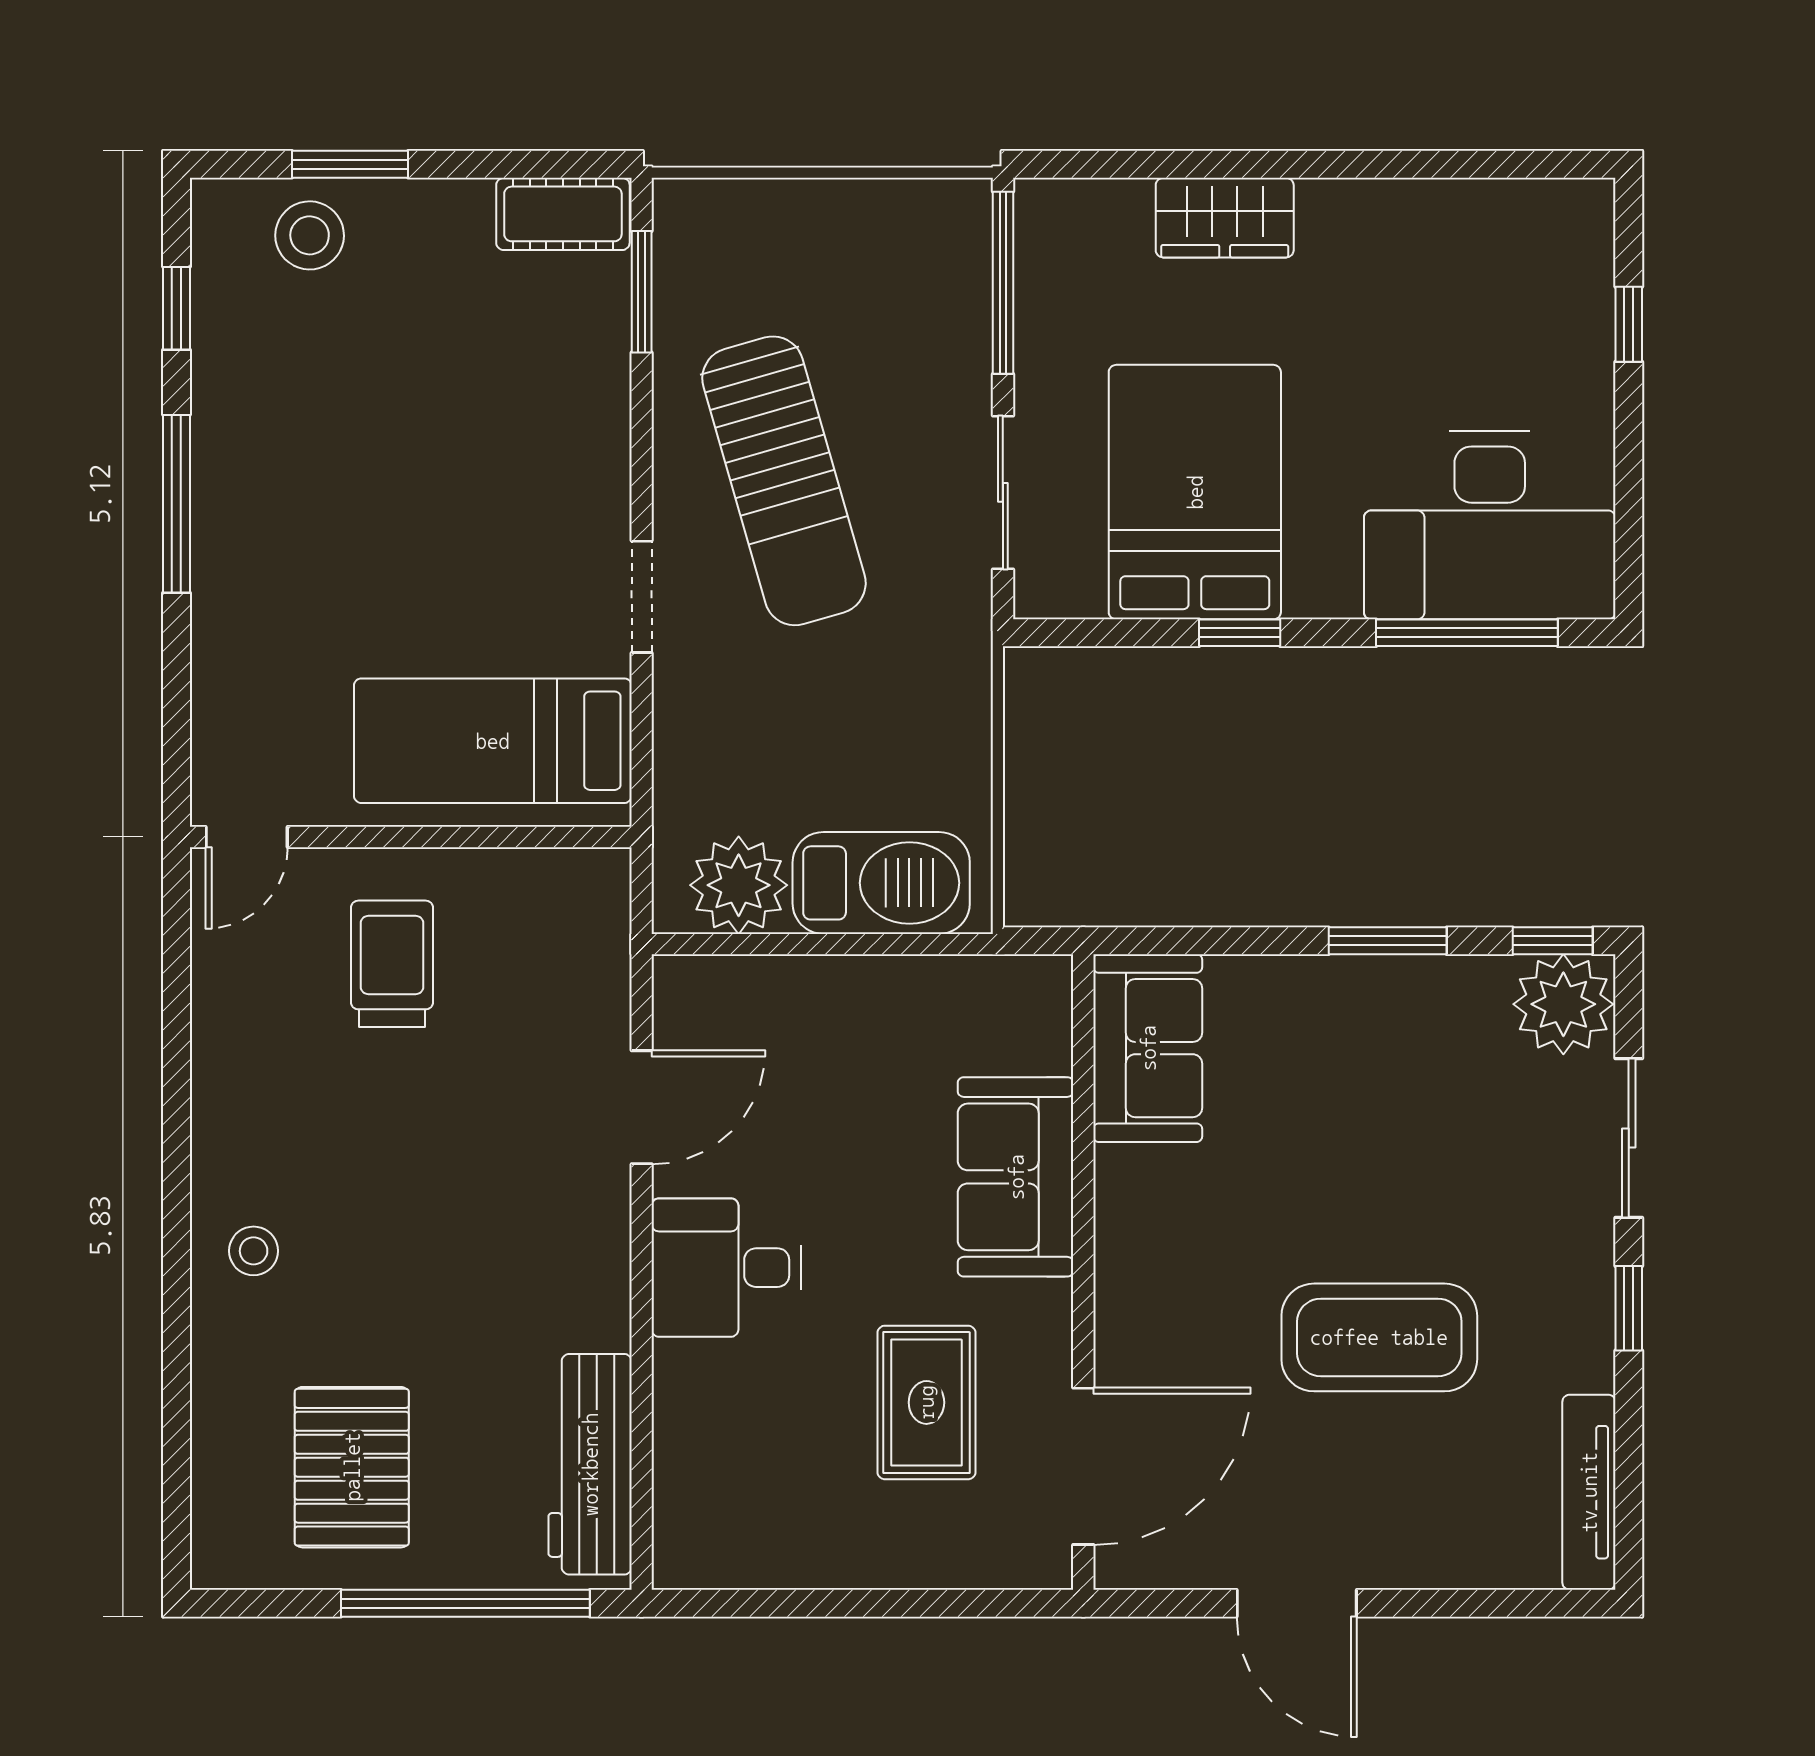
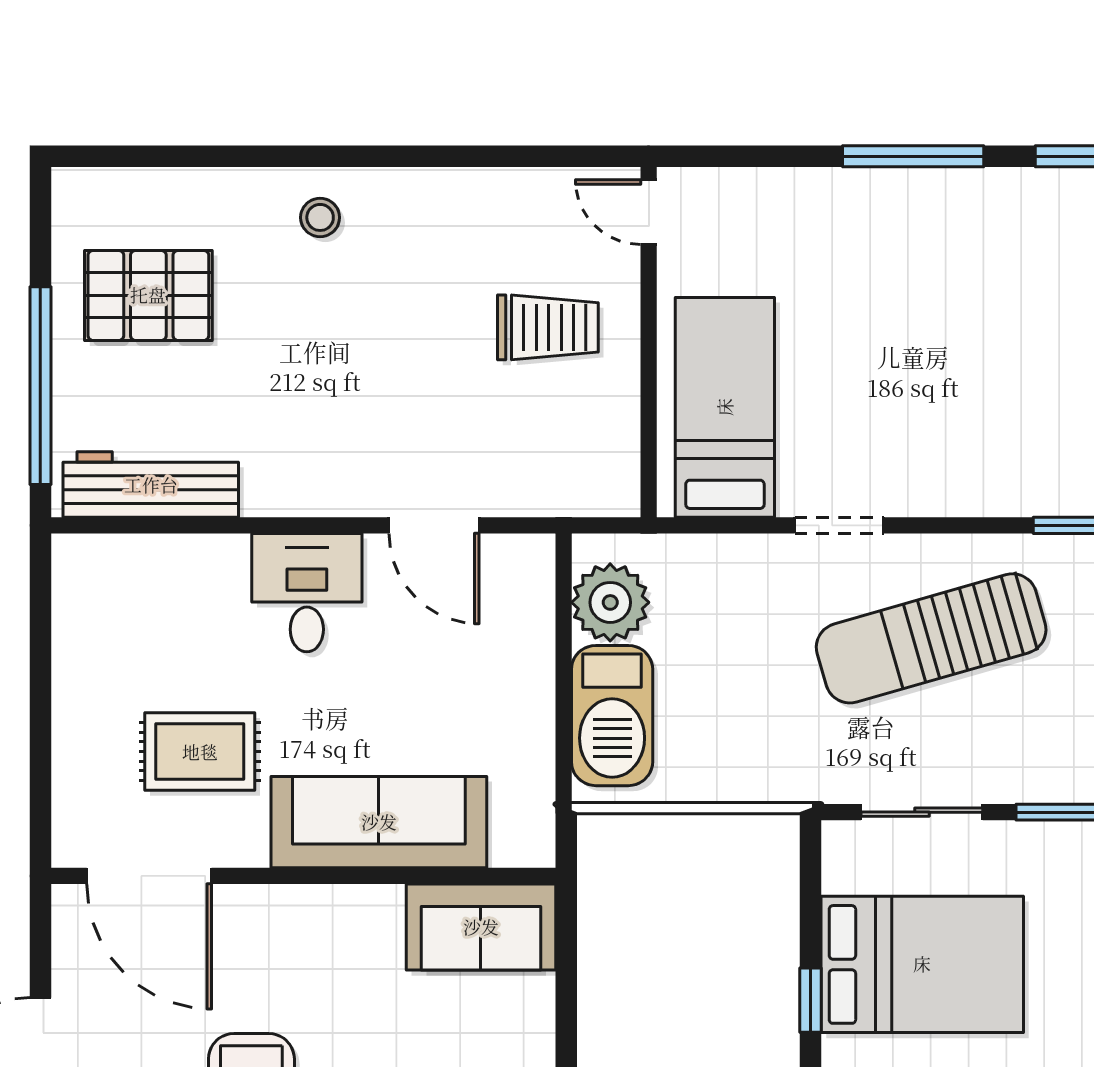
sofa: (1016, 1177) -> (379, 822), width x1.36

